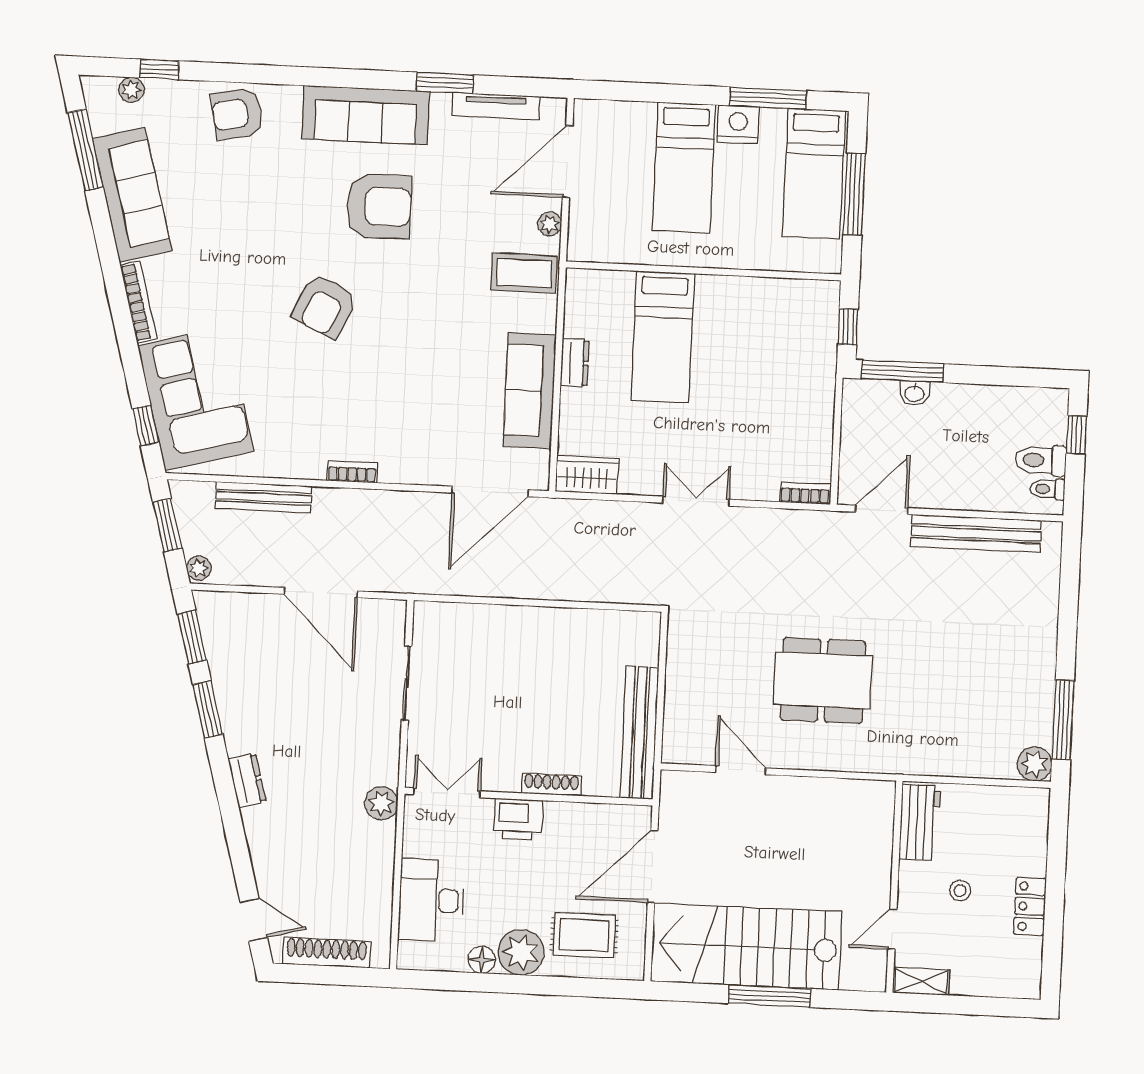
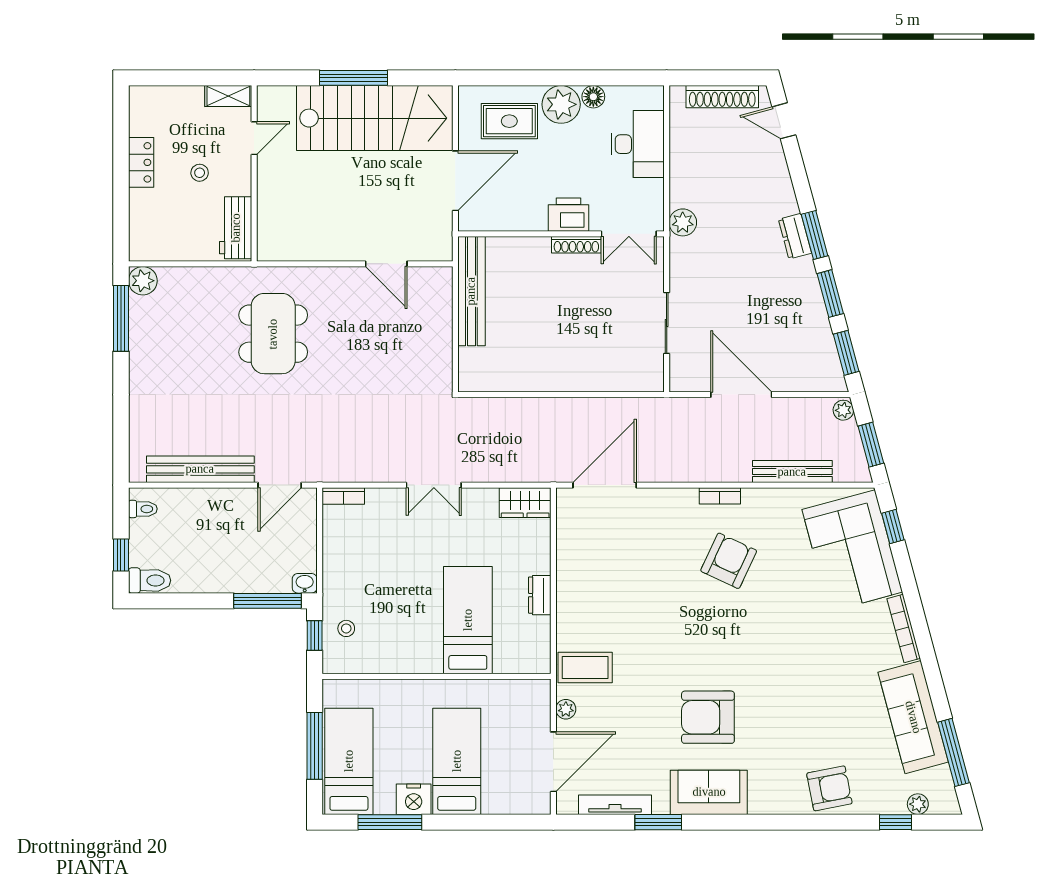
sofa: (366, 115) -> (709, 792), width x0.73
armchair: (325, 306) -> (729, 561), moved
stool: (809, 334) -> (346, 628), added
sofa: (530, 390) -> (576, 570), removed
washbasin: (914, 393) -> (305, 583), moved
toilet: (1041, 460) -> (150, 580), moved
dining table: (823, 680) -> (273, 334), moved, turned 90
window: (223, 781) -> (815, 235), added
shoe rack: (551, 785) -> (576, 245), moved

